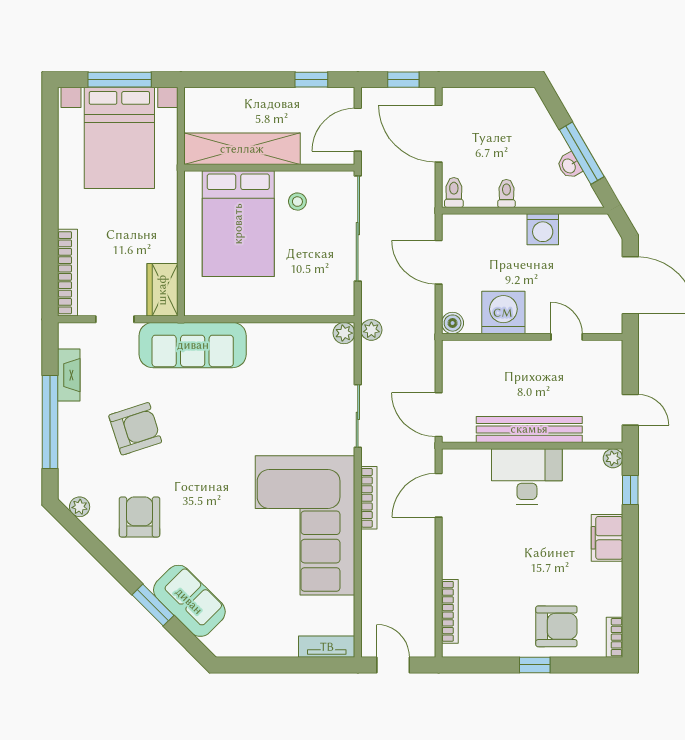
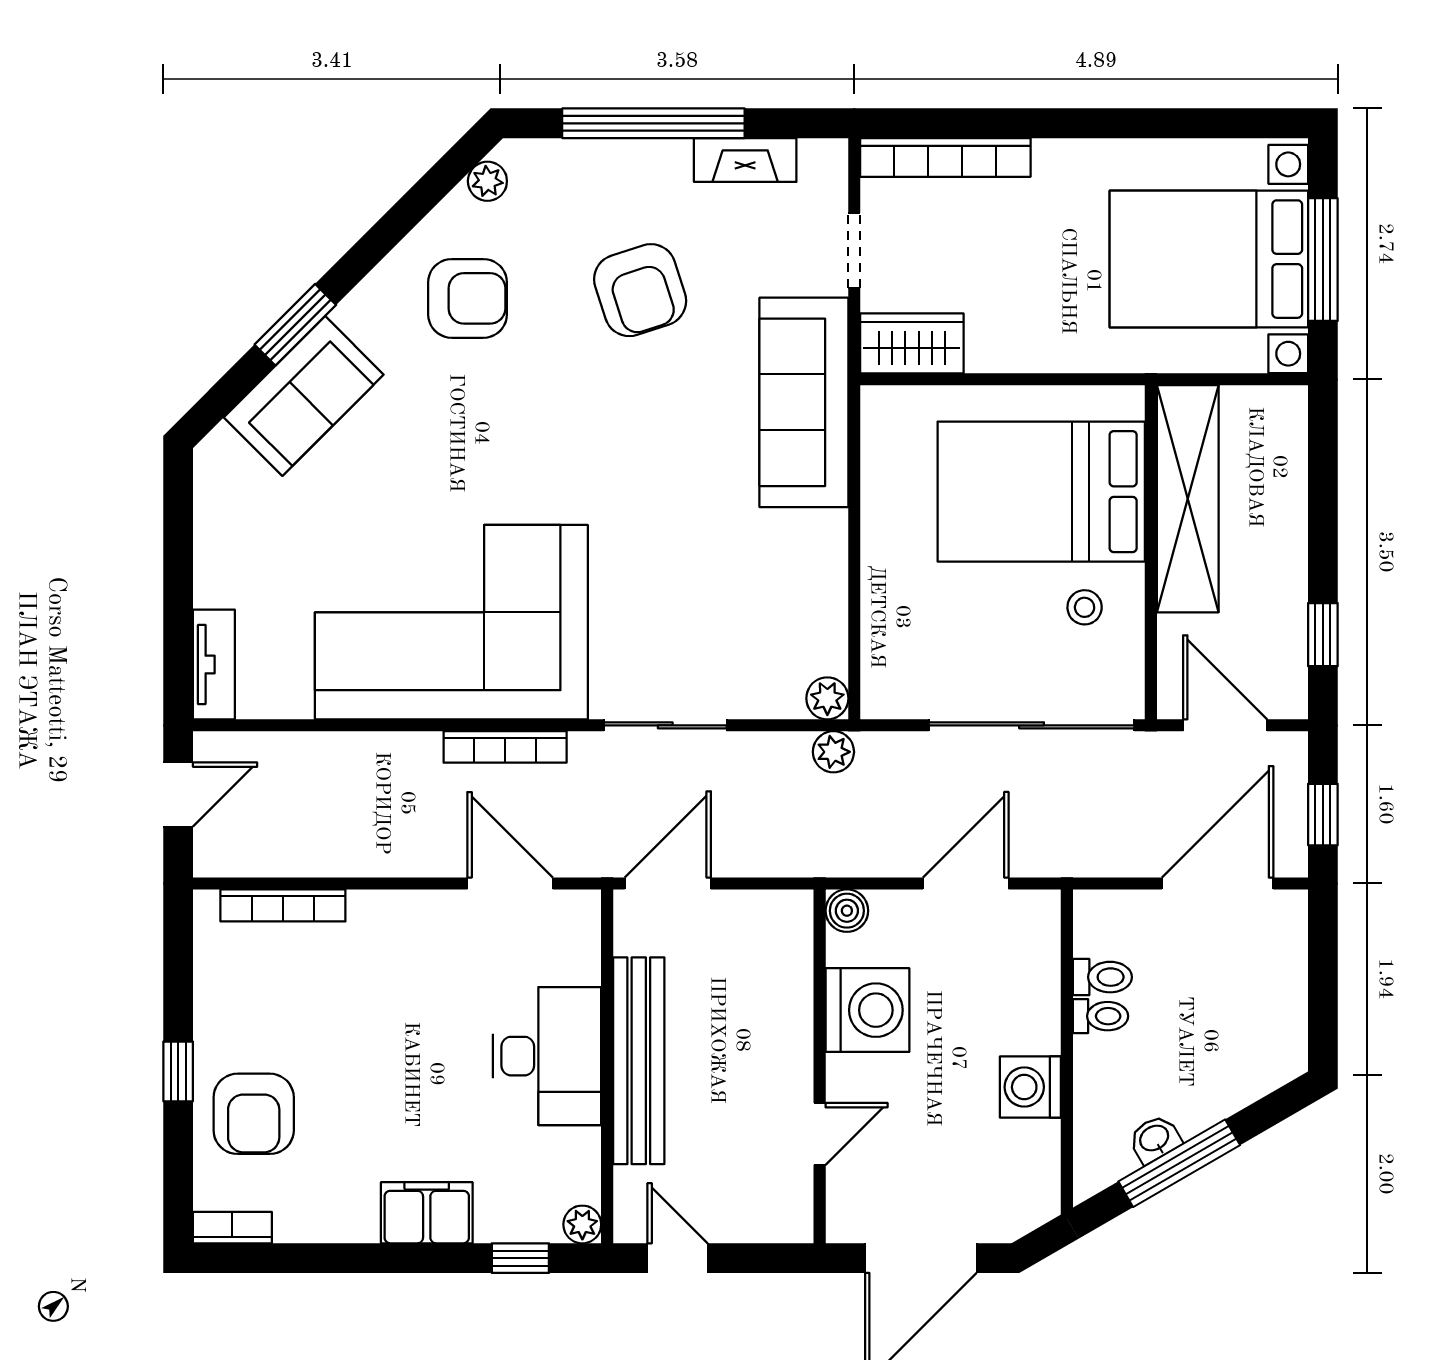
toilet: (454, 192) -> (1102, 977), moved
door: (630, 410) -> (678, 1258), swing flipped

